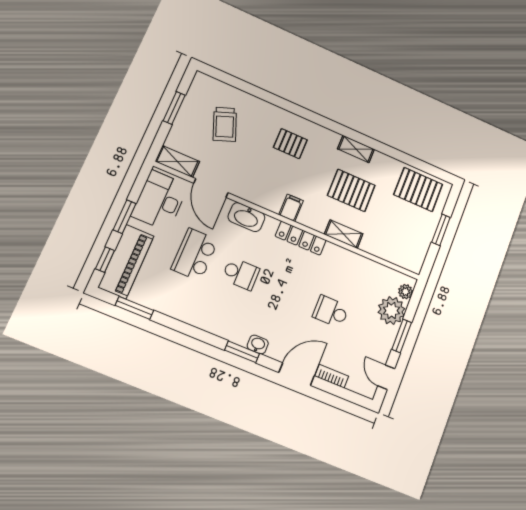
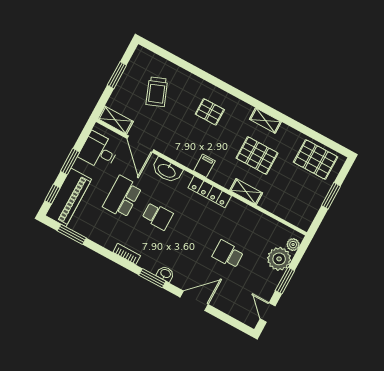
desk: (160, 201) -> (99, 151), width x0.73
bookcase: (332, 376) -> (127, 254), moved

